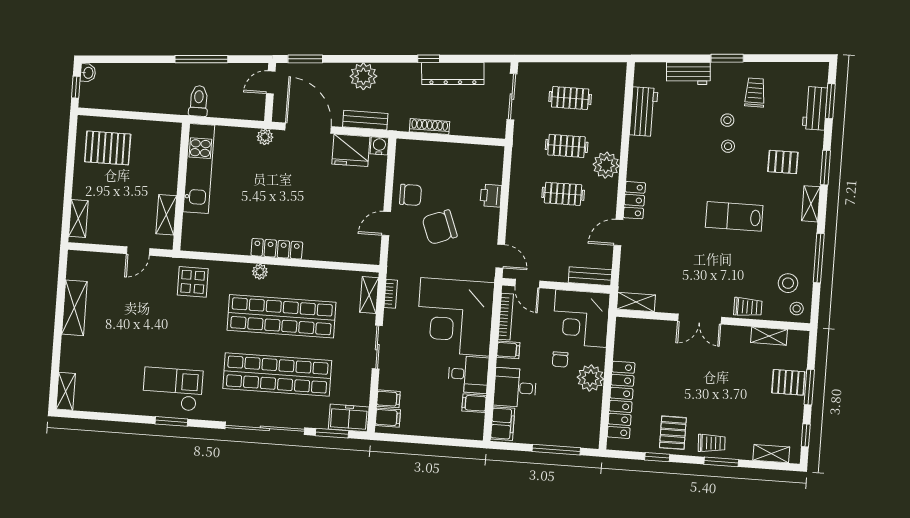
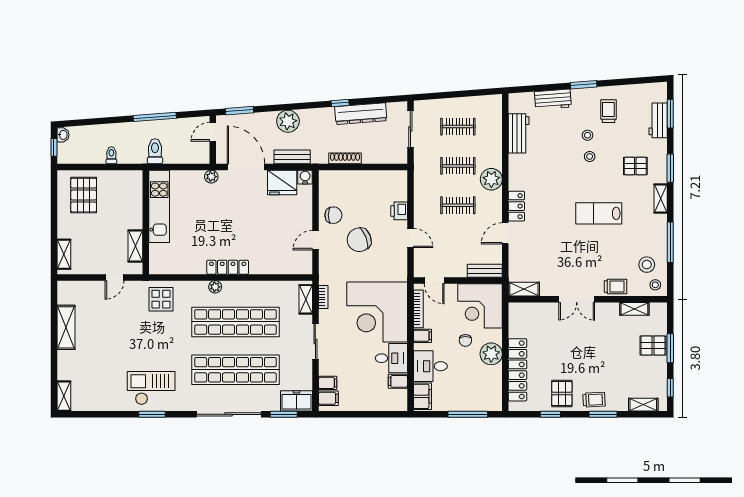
toilet: (145, 102) -> (111, 155), added
pallet: (108, 148) -> (84, 195), turned 90
door: (500, 256) -> (410, 238), moved

